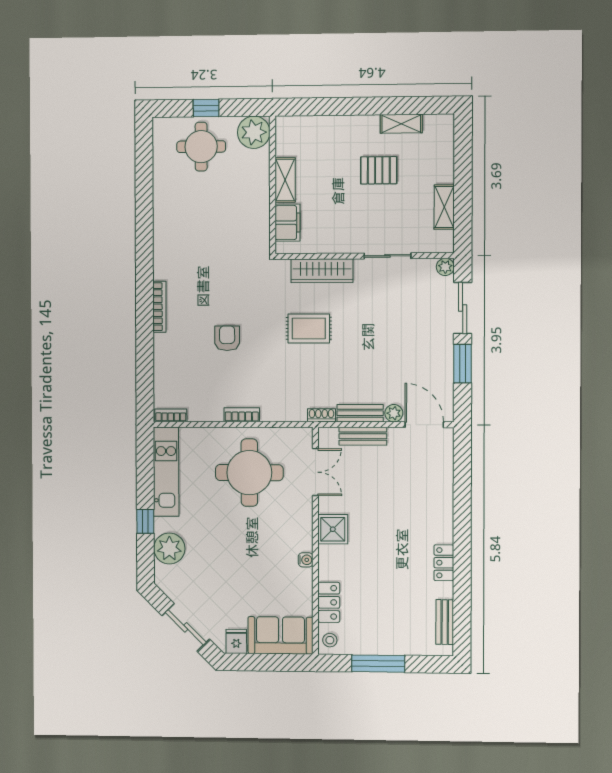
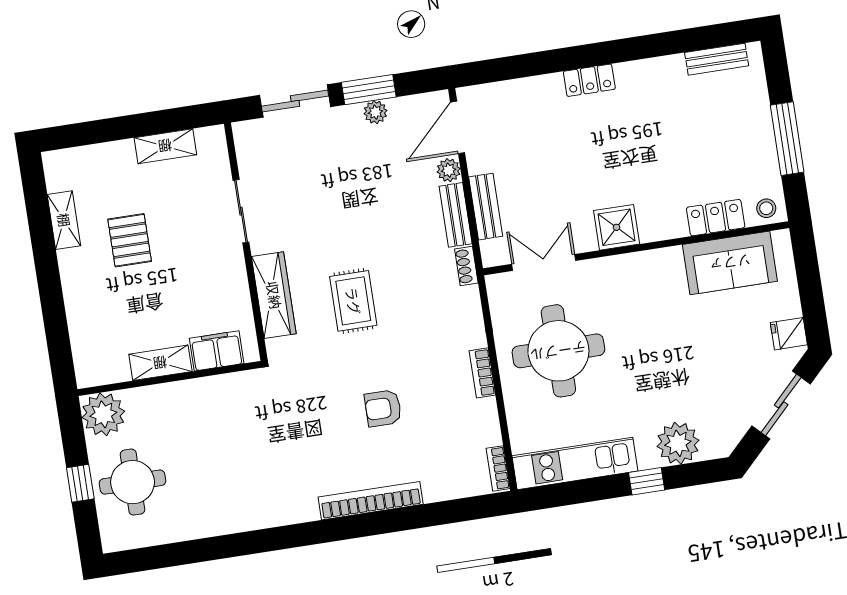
plant: (445, 267) -> (375, 112), moved
bookcase: (159, 307) -> (371, 501), width x1.48, depth x1.31
water cooler: (306, 560) -> (664, 257), removed
locker: (444, 563) -> (589, 80), moved
sofa: (280, 635) -> (730, 263), moved, turned -90

